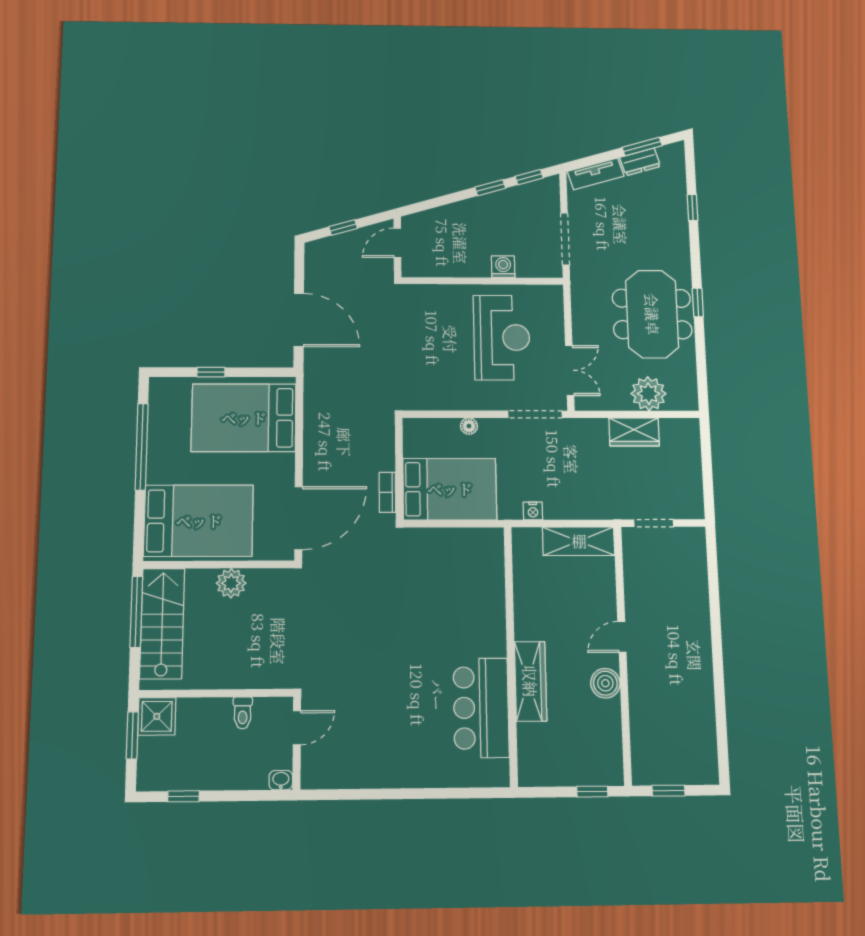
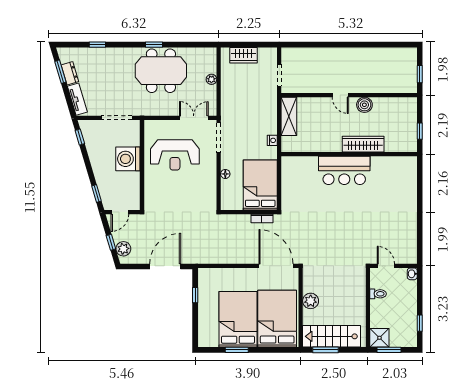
window: (490, 188) -> (96, 194), moved
door: (397, 243) -> (120, 212), hinge flipped
plant: (331, 248) -> (123, 249), added
washing machine: (503, 267) -> (128, 159), width x1.89, depth x1.89
reception desk: (502, 337) -> (175, 155), turned 180
window: (211, 372) -> (195, 295), moved
plant: (648, 394) -> (211, 79), width x0.53, depth x0.53
bed: (244, 418) -> (238, 319), moved, turned 180
wardrobe: (634, 432) -> (243, 55), moved, turned 90
window: (142, 447) -> (237, 350), width x0.47
window: (136, 612) -> (325, 350), width x0.69
bar counter: (481, 708) -> (344, 170), moved
window: (592, 792) -> (420, 131), moved

